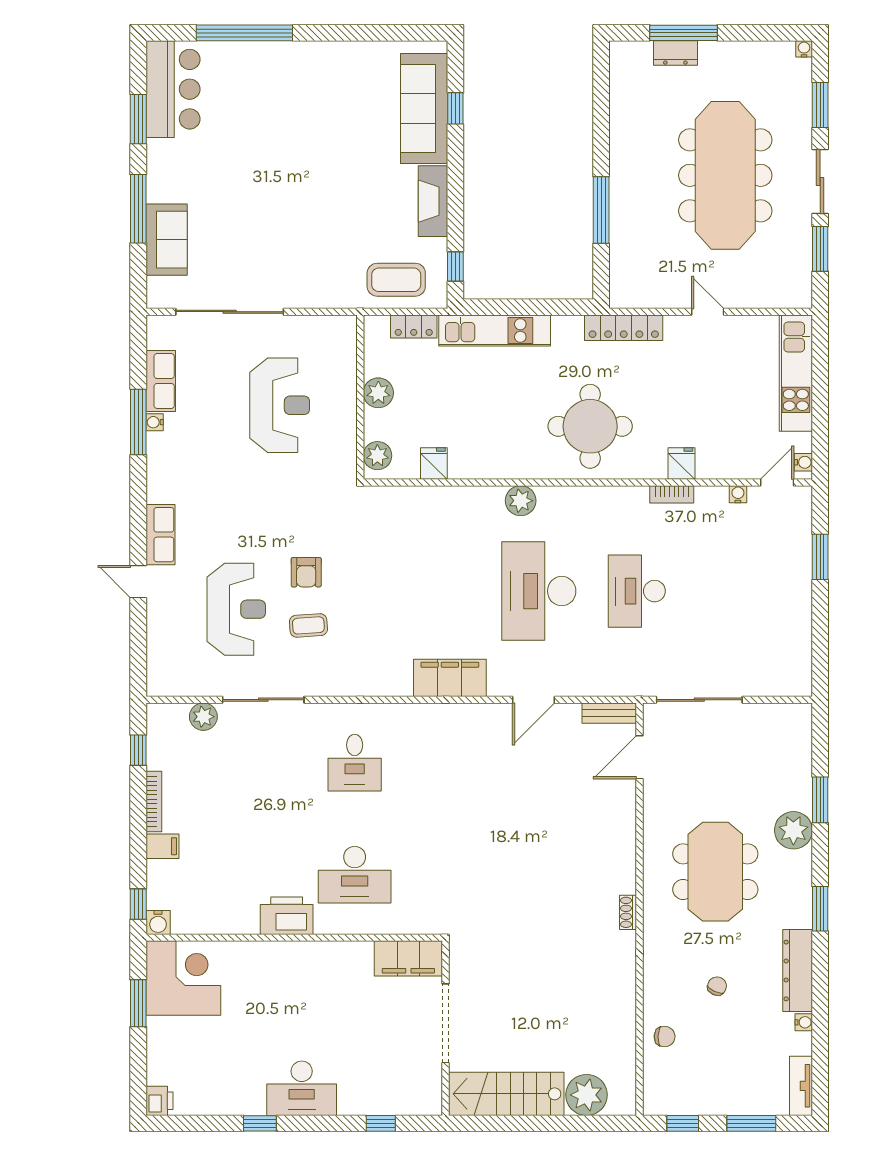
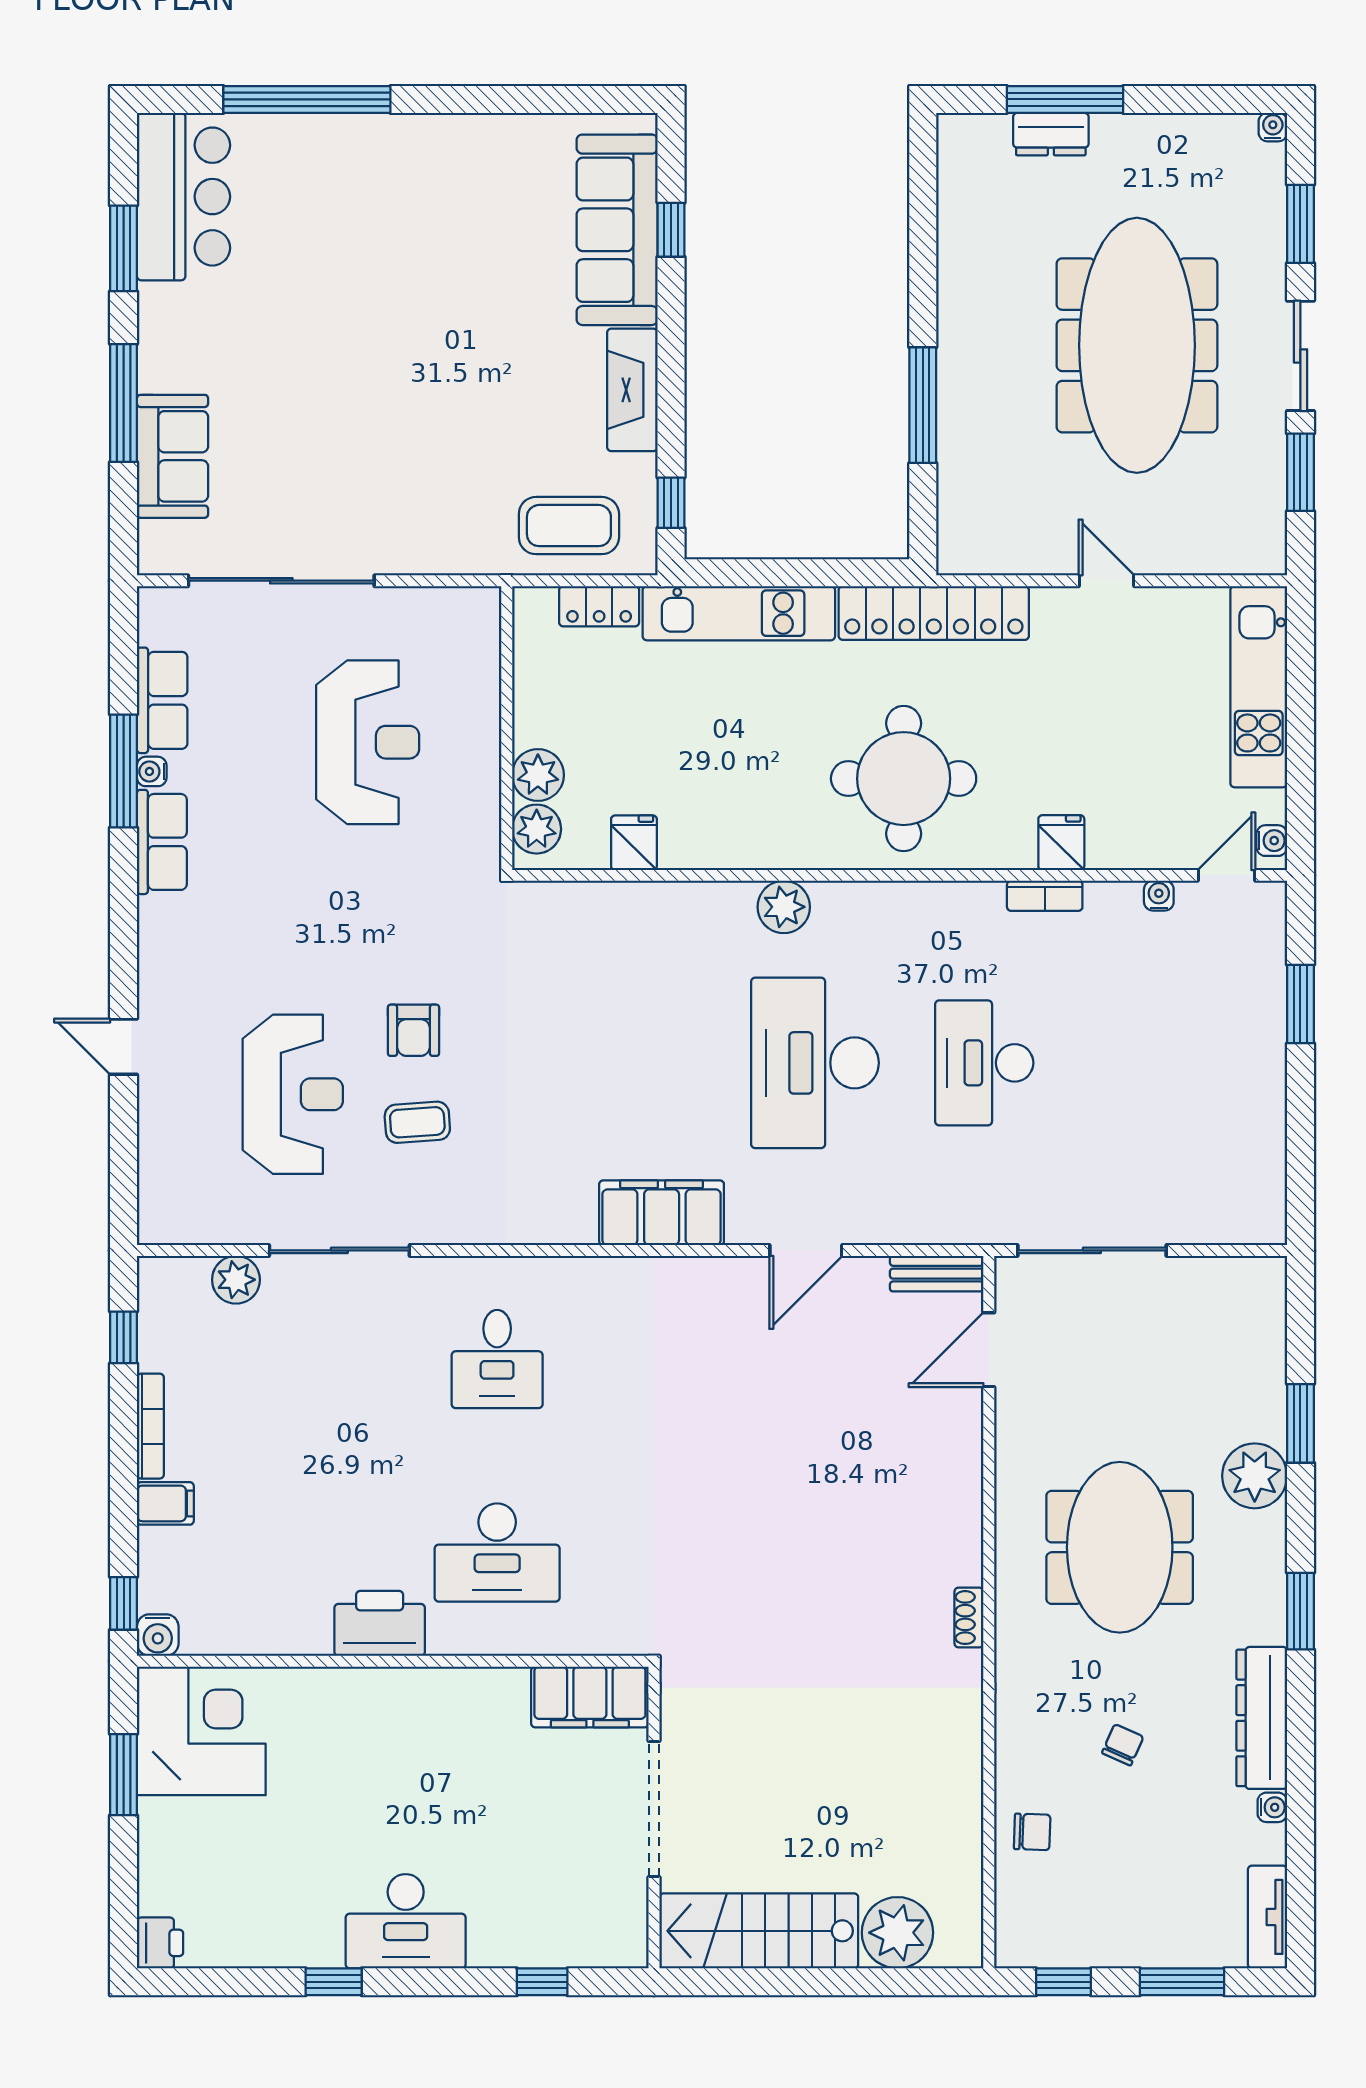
locker: (624, 328) -> (934, 613), width x1.41, depth x1.21
plant: (378, 393) -> (538, 775), moved
row of seats: (160, 535) -> (162, 842), moved

